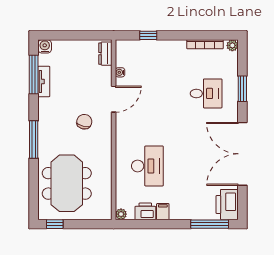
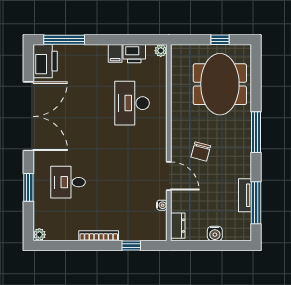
bookcase: (205, 44) -> (99, 236), moved
water cooler: (45, 46) -> (215, 233), moved
door: (114, 99) -> (169, 176), swing flipped
window: (55, 224) -> (220, 40), moved

